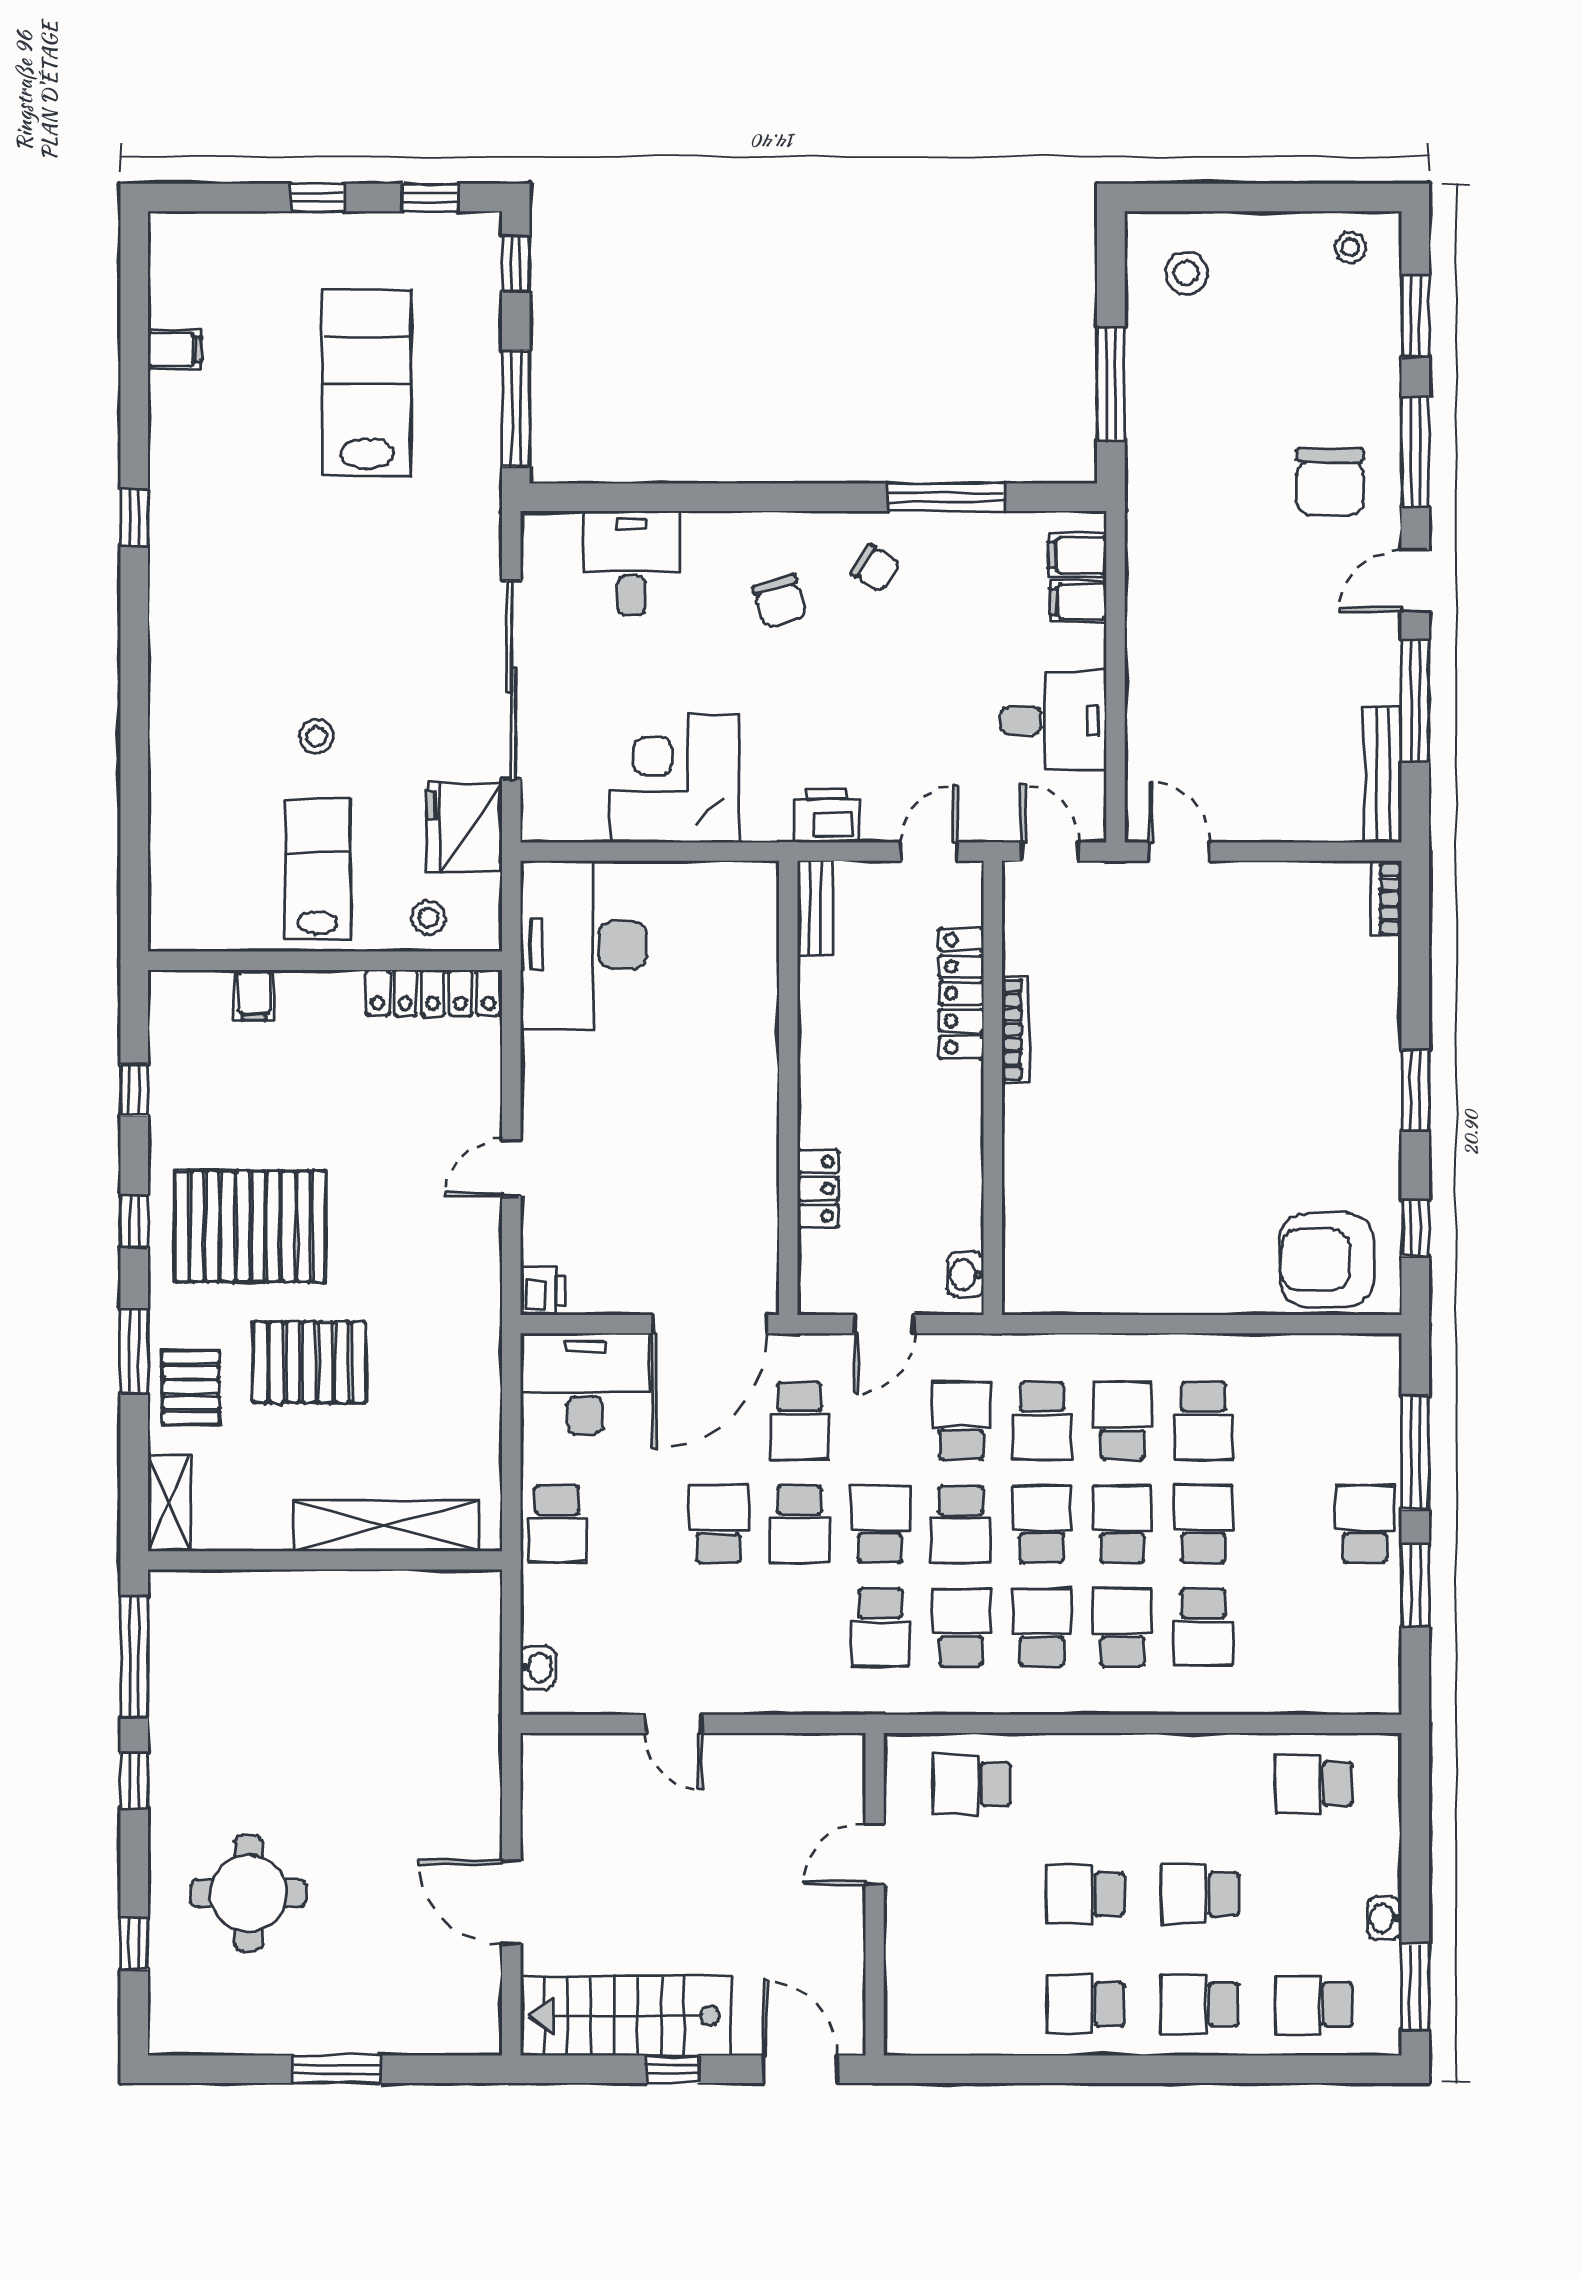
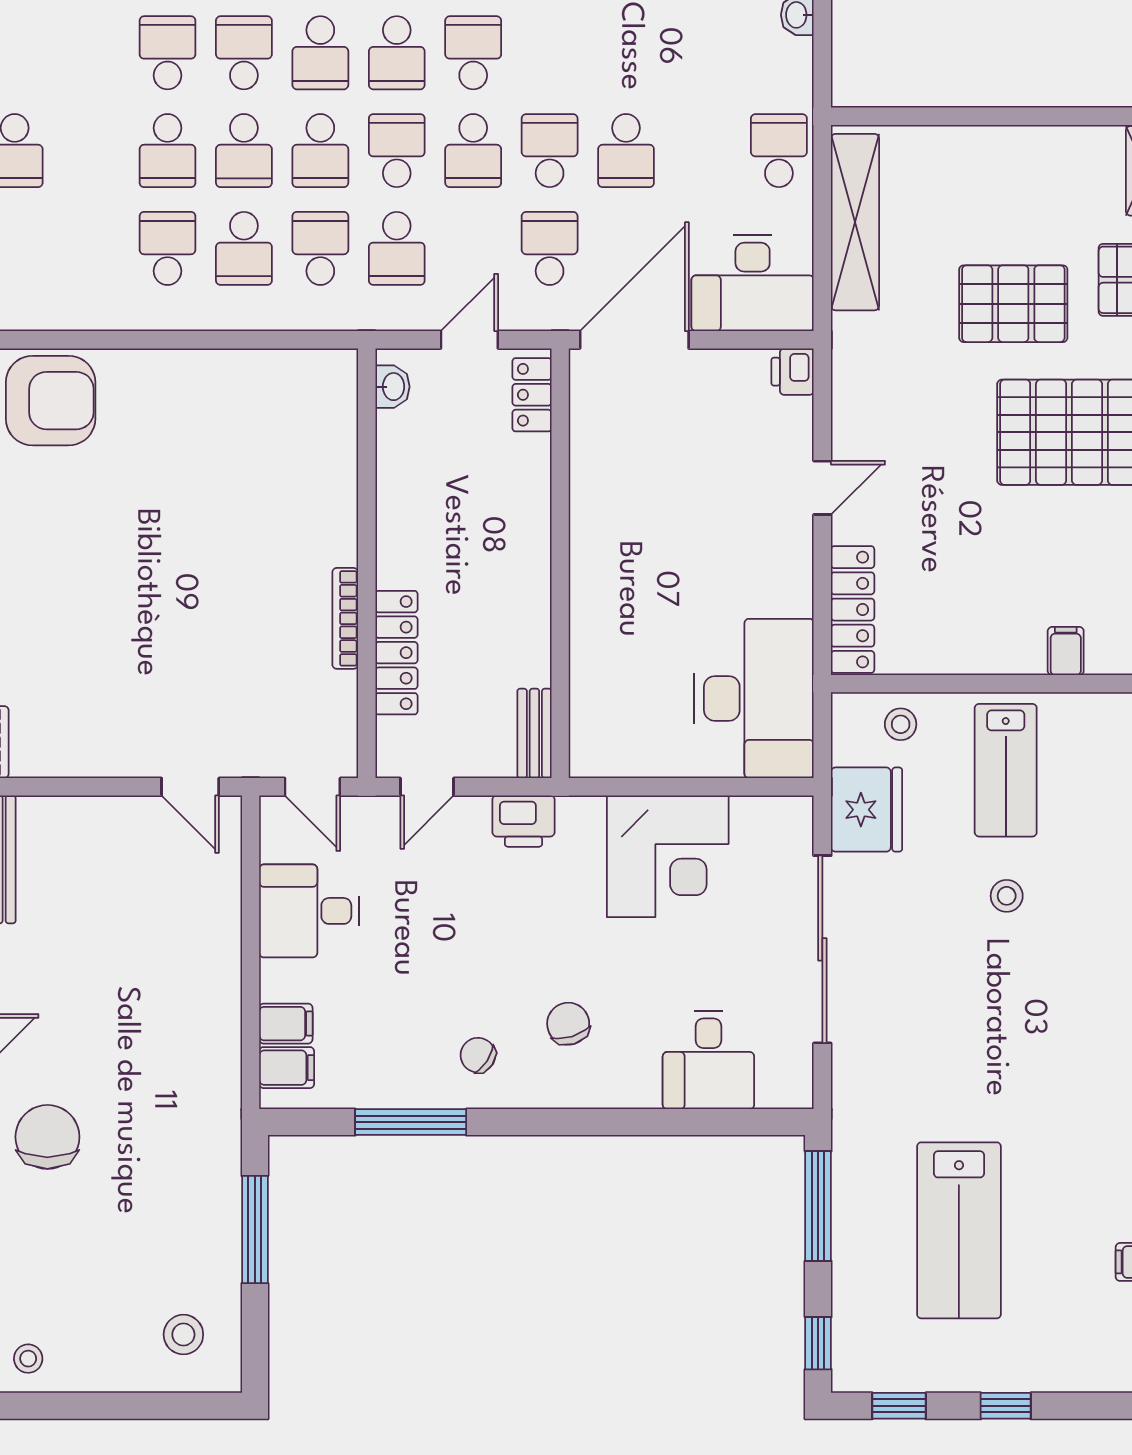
locker: (433, 993) -> (853, 610), moved, turned 90
locker: (818, 1189) -> (532, 395), moved
shelving: (387, 1526) -> (855, 222), moved, turned 90
school desk: (1122, 1627) -> (244, 53), turned 180

